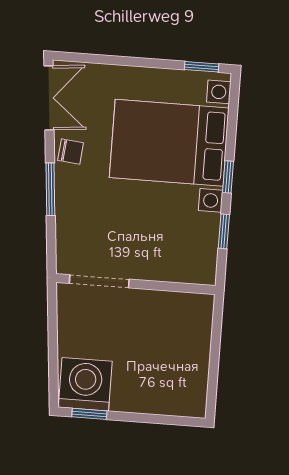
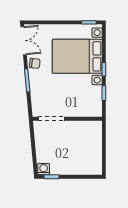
washing machine: (85, 384) -> (44, 169), width x0.53, depth x0.53

